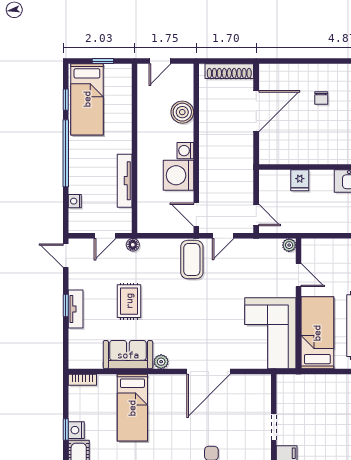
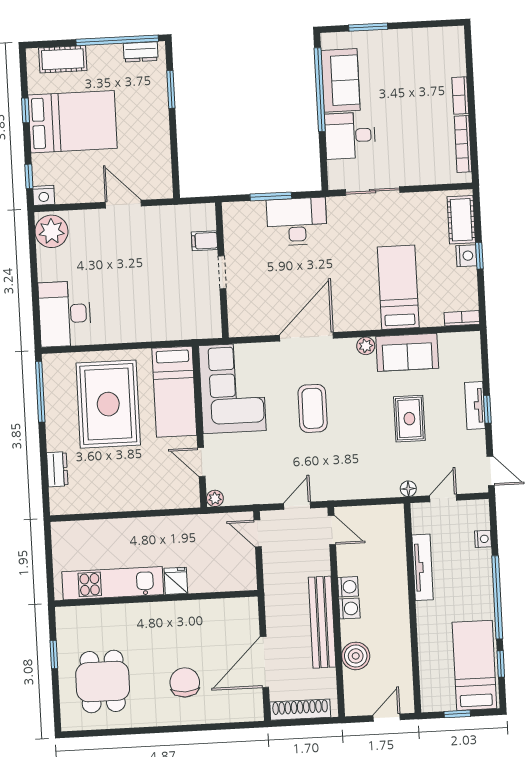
chair: (321, 98) -> (185, 682), width x1.87, depth x1.87
bench: (208, 141) -> (322, 622), added
washing machine: (178, 175) -> (348, 587), width x0.53, depth x0.53
fridge: (300, 180) -> (176, 581), moved
coffee table: (192, 260) -> (313, 408), moved

